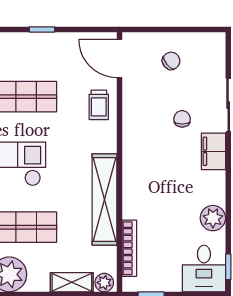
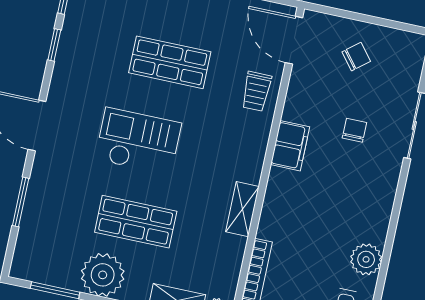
filing cabinet: (213, 151) -> (290, 146), moved, turned 180
shelving: (105, 199) -> (242, 209), width x0.45, depth x0.75

